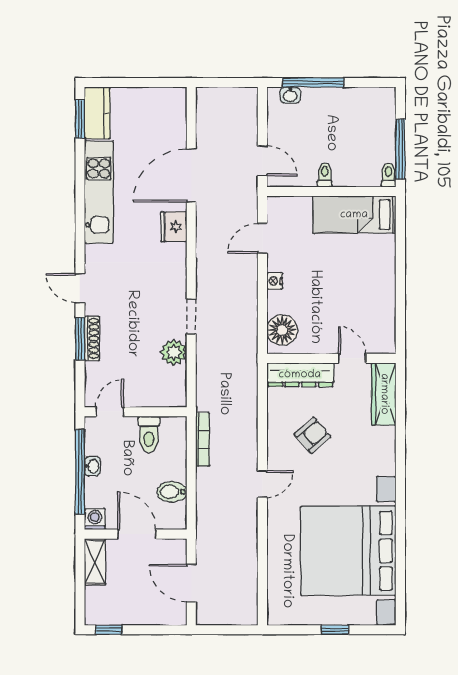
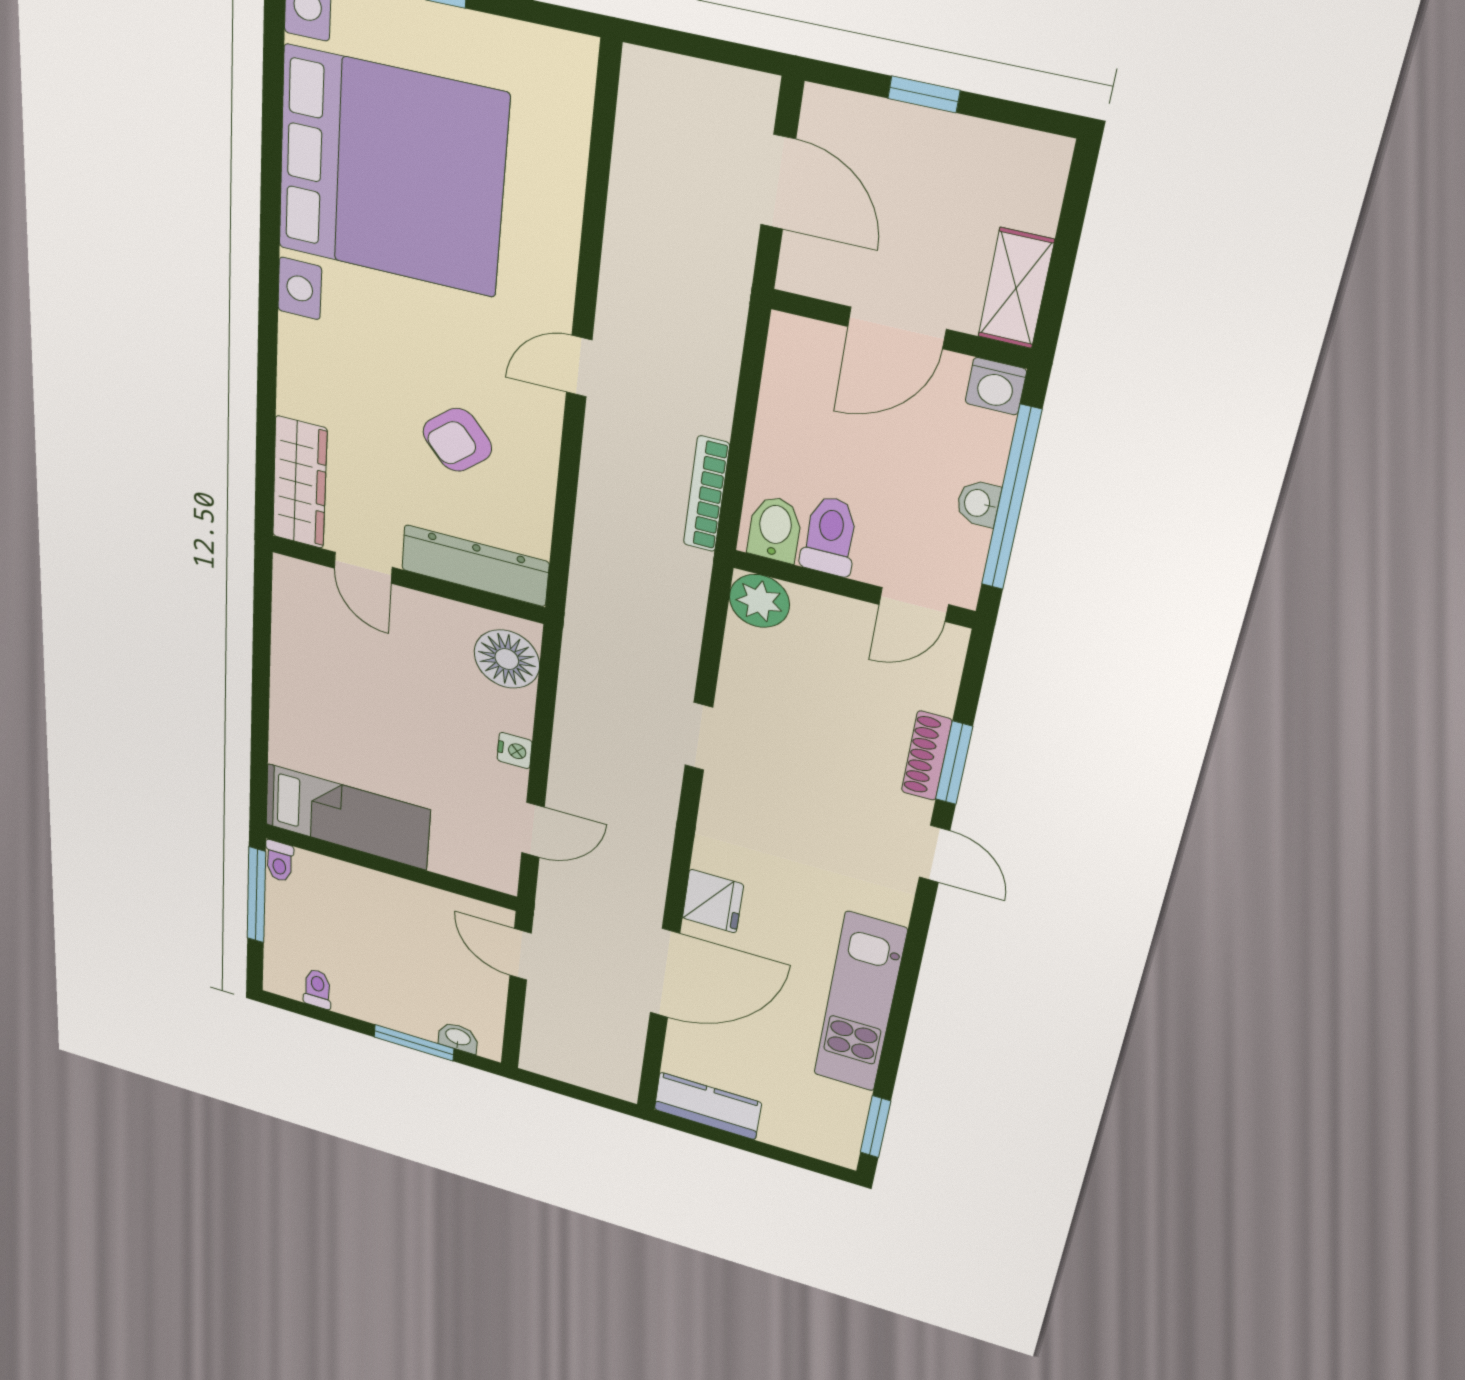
window: (313, 82) -> (414, 1043), width x0.69
kitchen counter: (97, 113) -> (708, 1106), moved, turned 90
toilet: (325, 175) -> (317, 989), moved, turned 180
plant: (174, 352) -> (759, 601), moved
bidet: (172, 492) -> (775, 529), moved, turned -90
door: (137, 534) -> (897, 328), hinge flipped
window: (109, 630) -> (924, 94), moved

